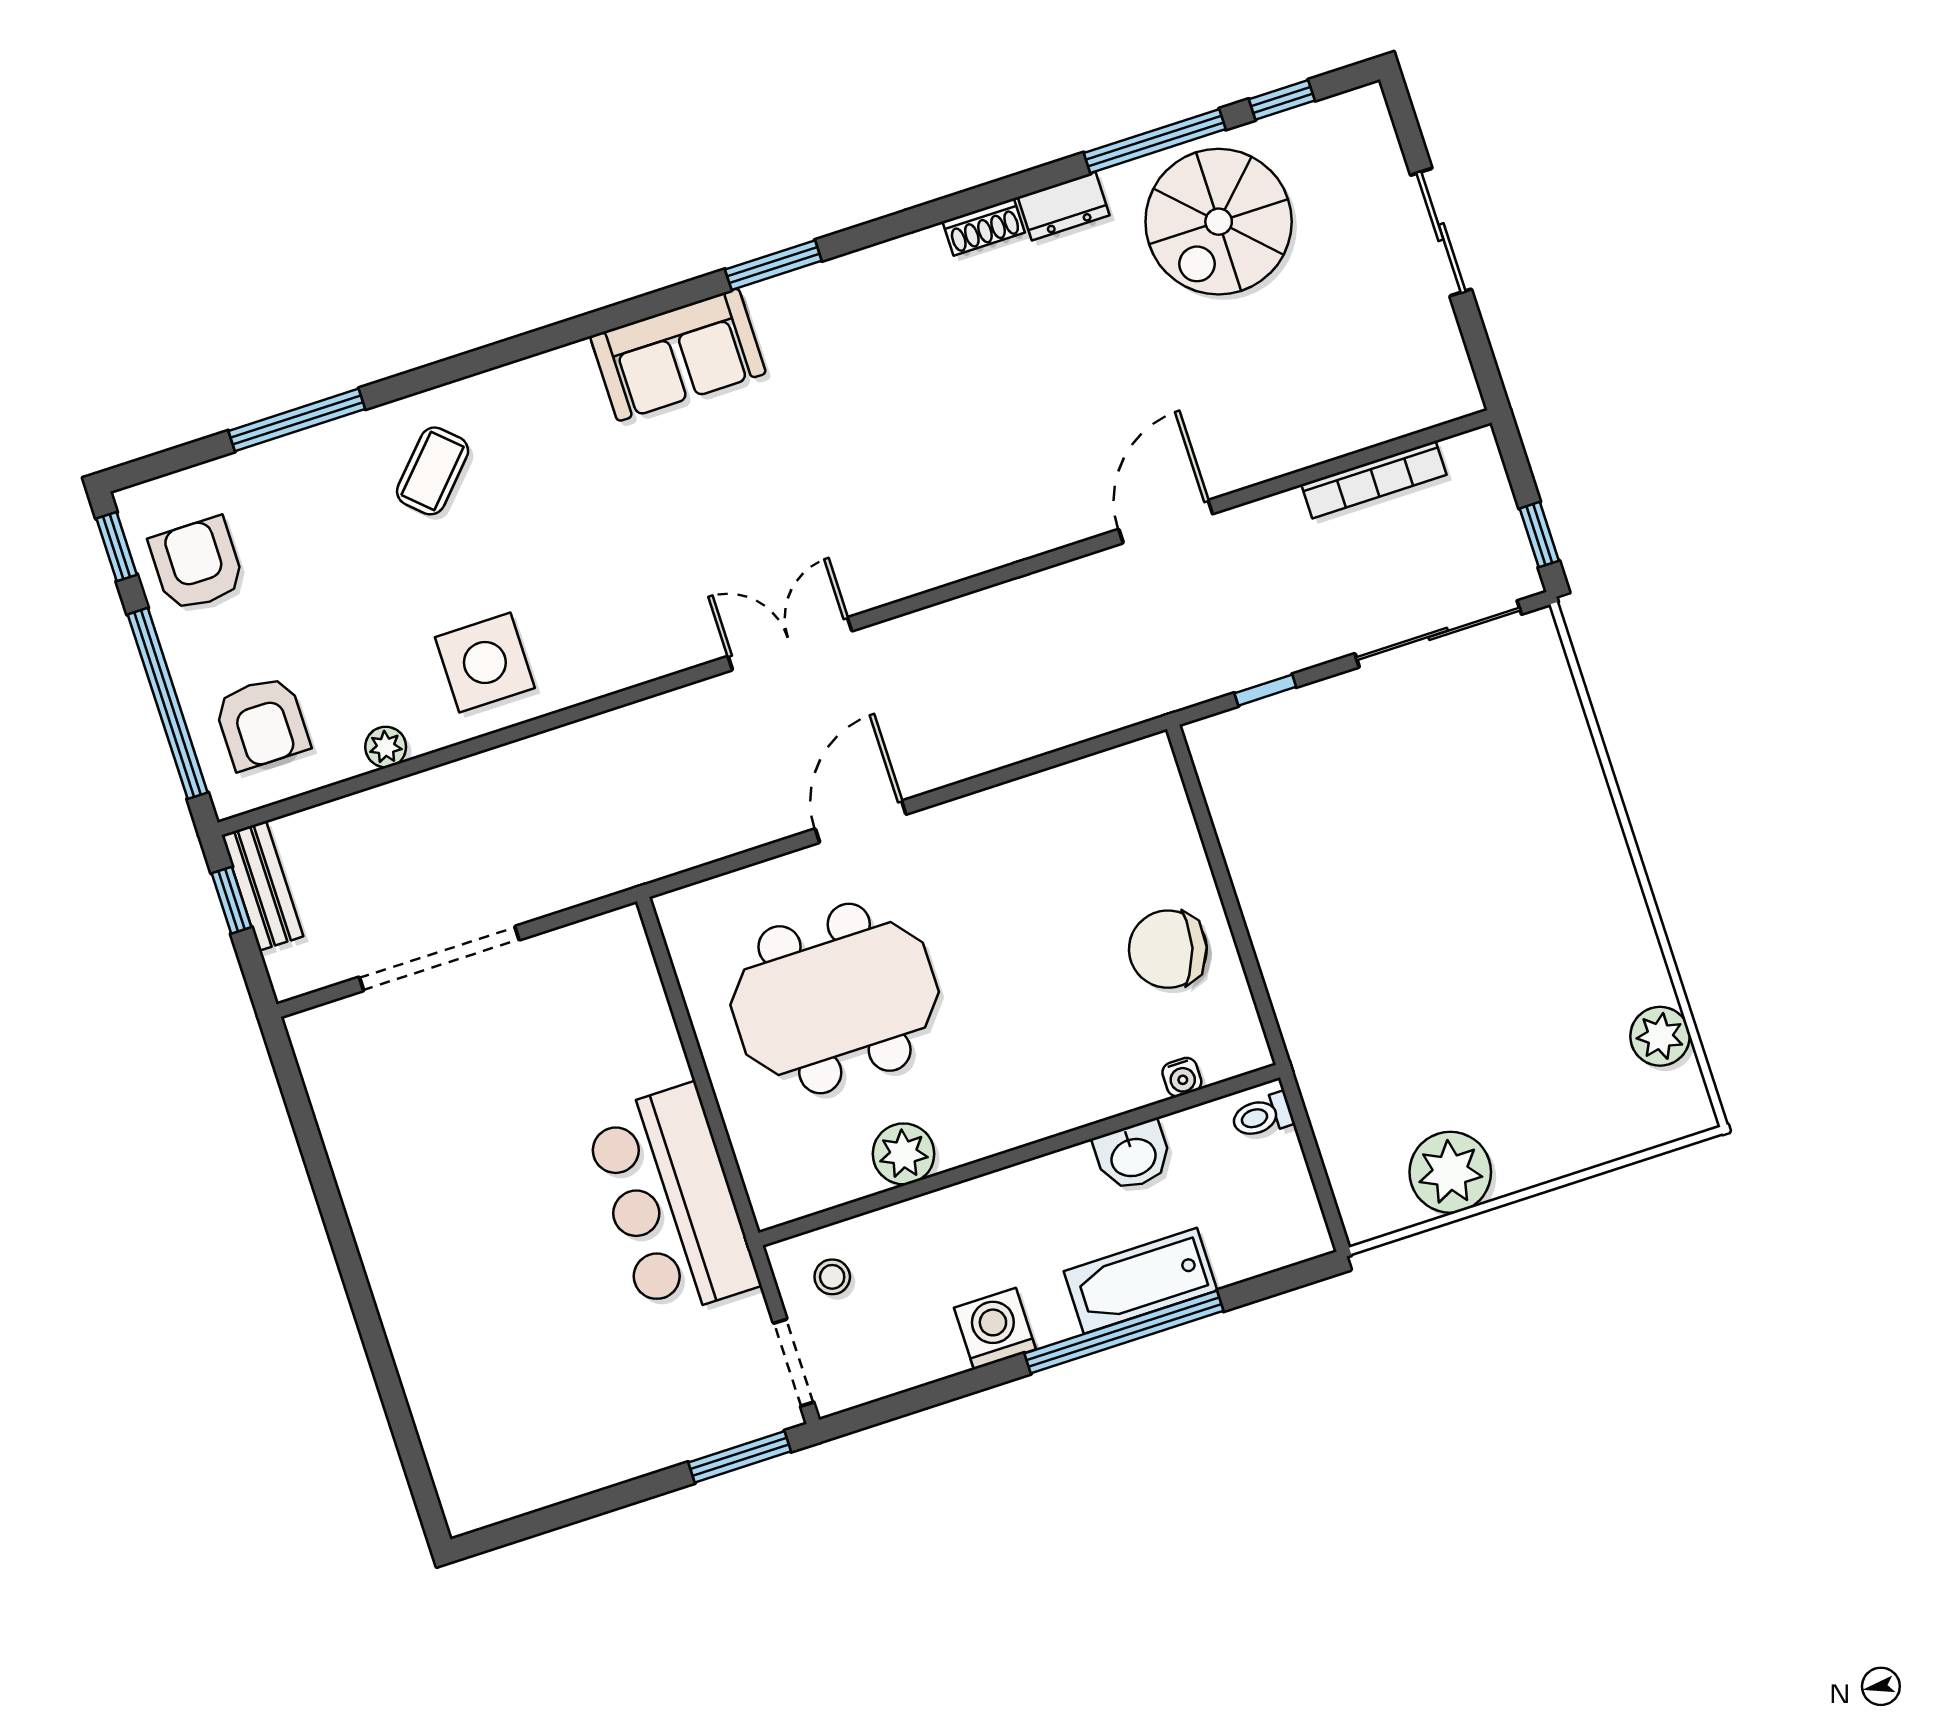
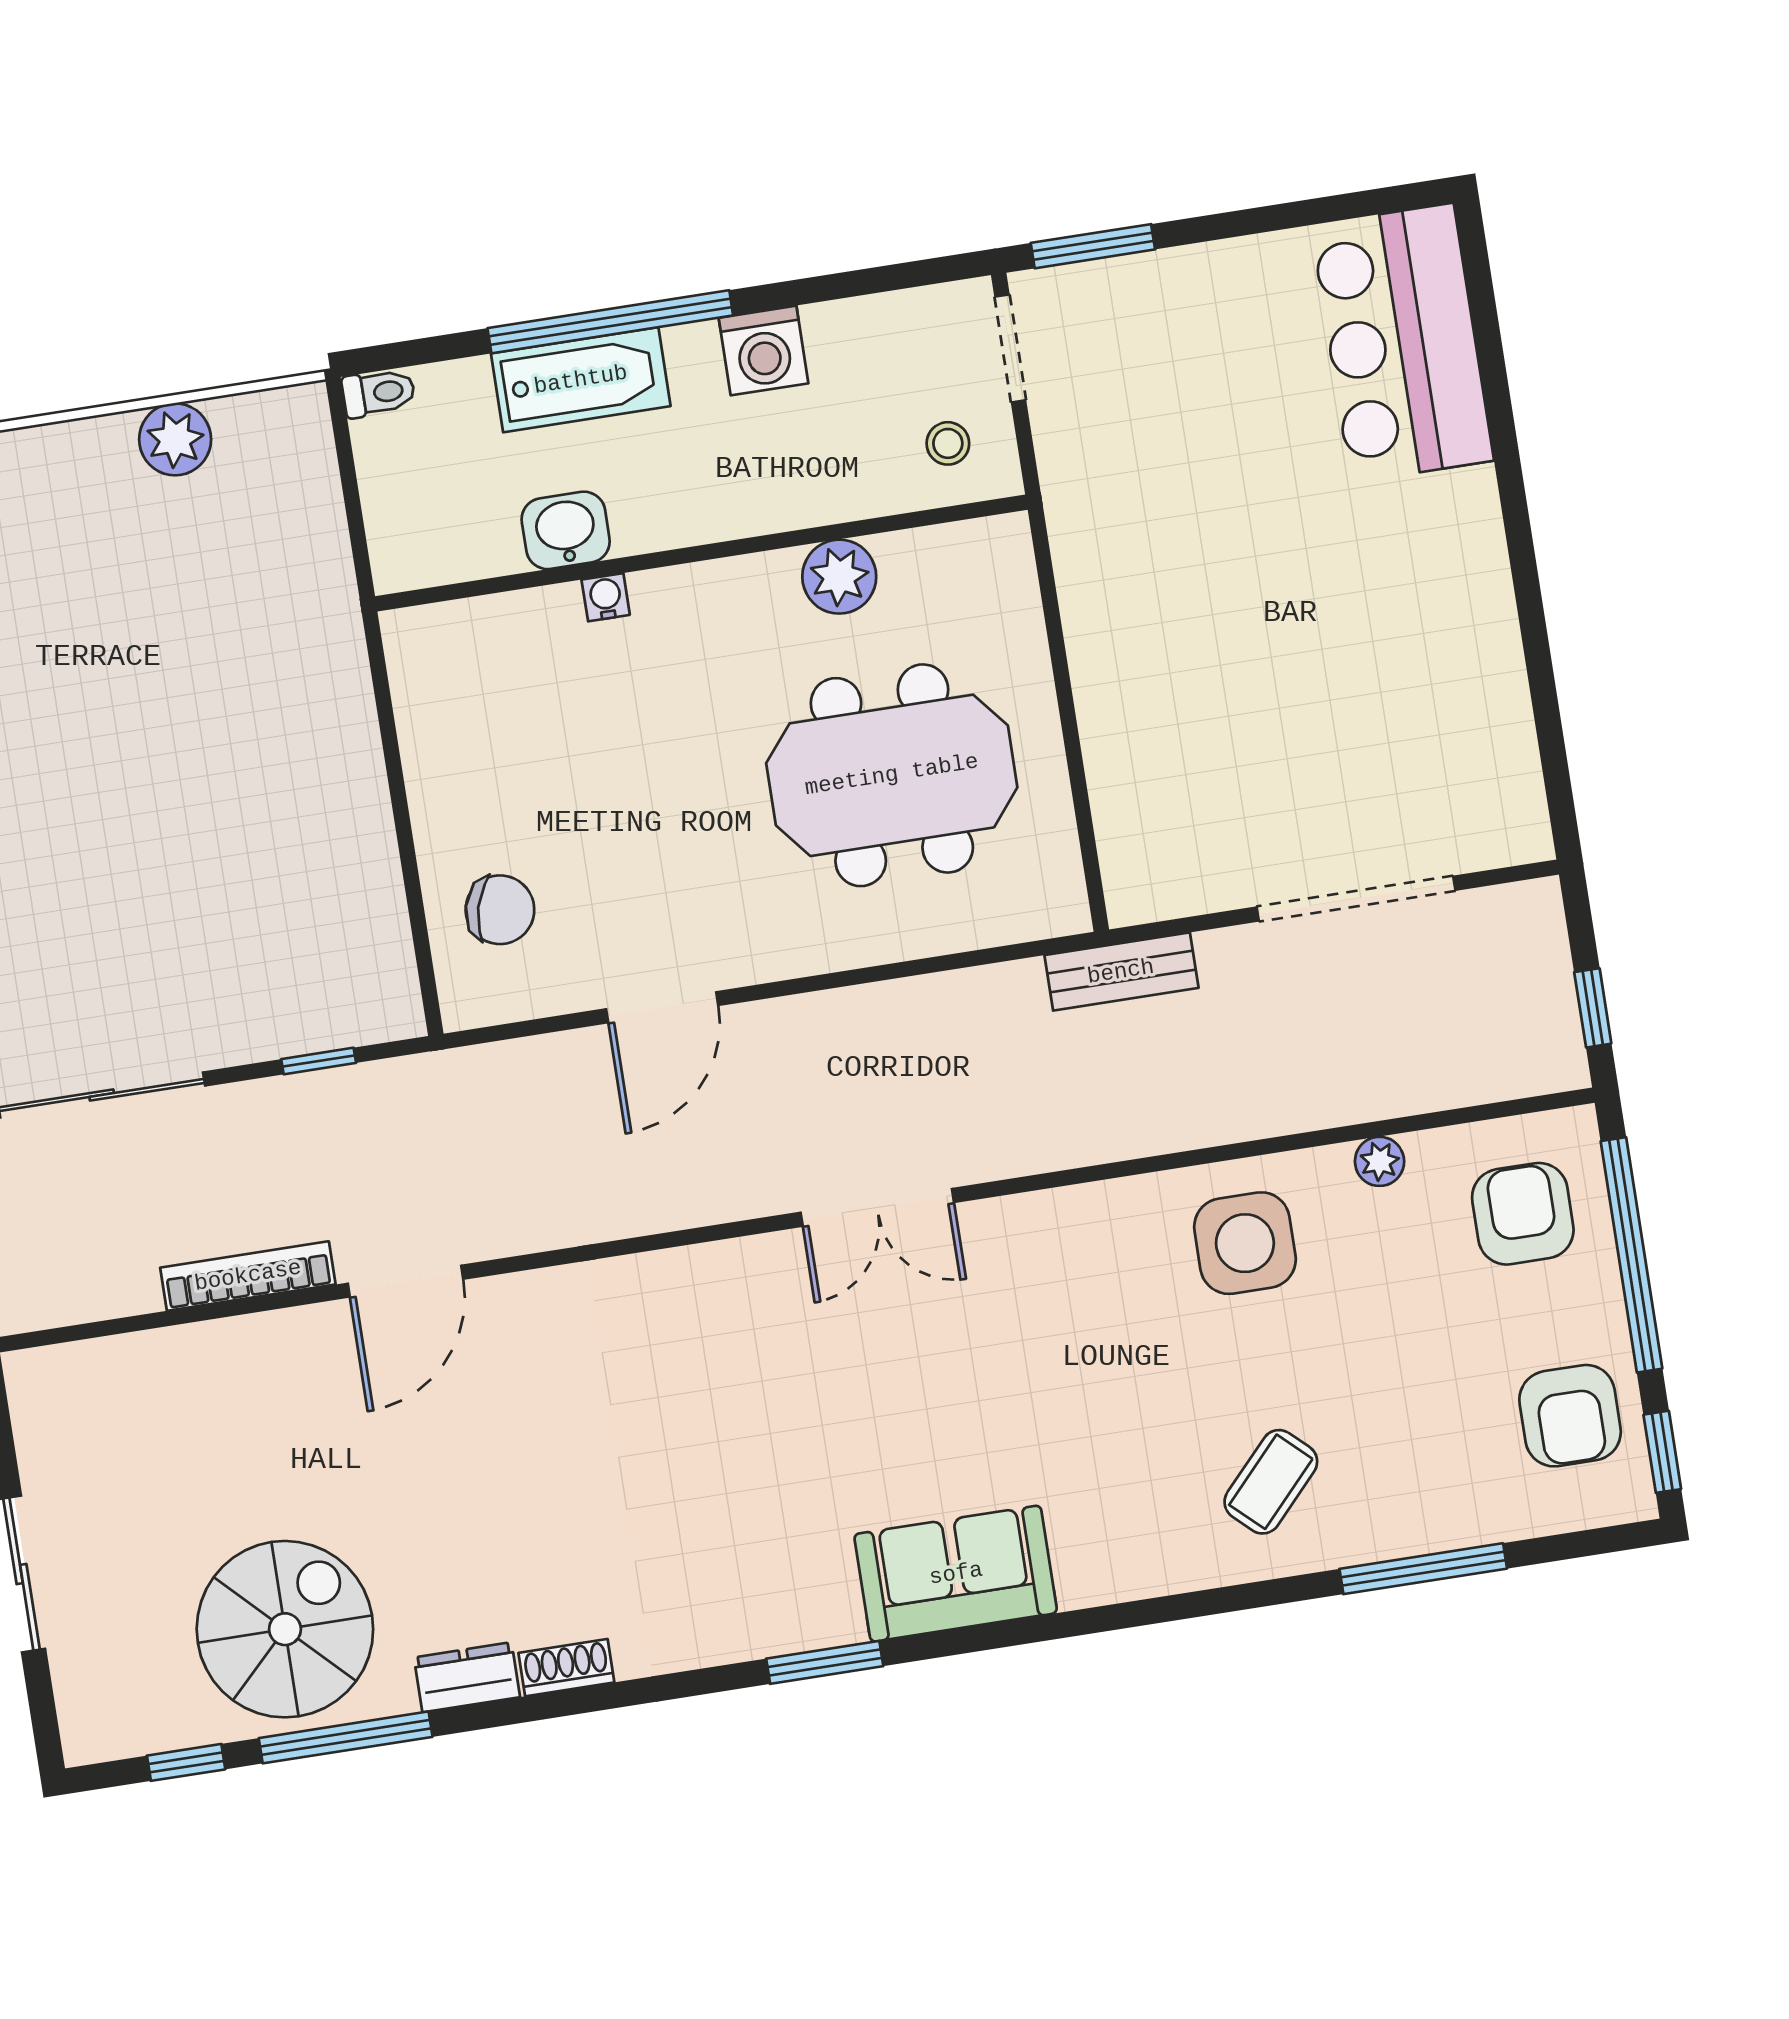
bookcase: (1374, 480) -> (248, 1276), moved
door: (861, 822) -> (662, 1007), moved
bench: (262, 886) -> (1121, 972), moved, turned 90
chair: (1168, 949) -> (500, 910), moved, width x0.73, depth x0.73
water cooler: (1182, 1077) -> (606, 597), moved
toilet: (1262, 1116) -> (379, 393), moved
plant: (1450, 1172) -> (175, 439), width x0.73, depth x0.73
bar counter: (672, 1202) -> (1402, 343), moved, turned 180

